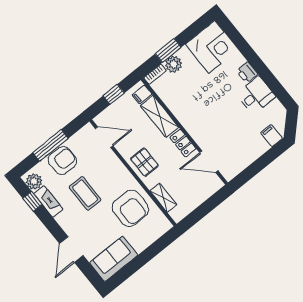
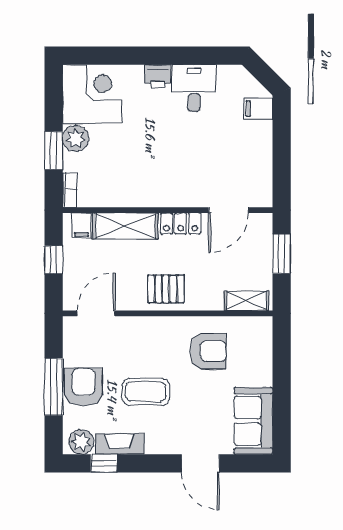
plant: (173, 64) -> (76, 138), moved
shelving: (163, 198) -> (246, 301), moved
window: (208, 206) -> (282, 254), added
armchair: (130, 208) -> (208, 351), width x0.73, depth x0.73

